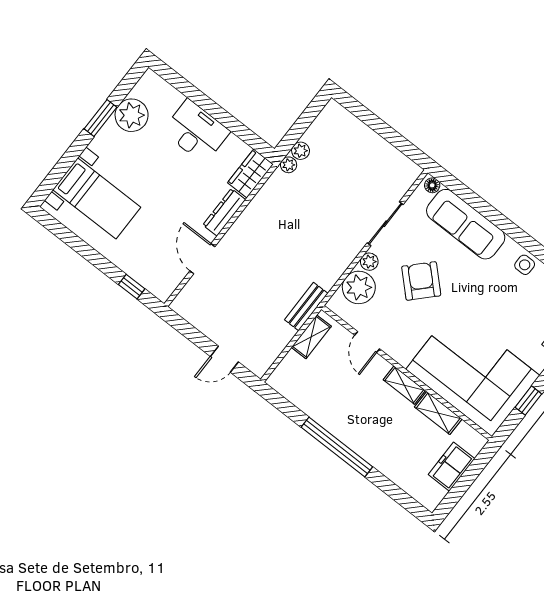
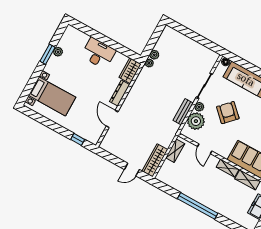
plant: (132, 115) -> (58, 52), width x0.53, depth x0.53
bench: (306, 307) -> (183, 112), moved
wardrobe: (270, 349) -> (155, 160), added

